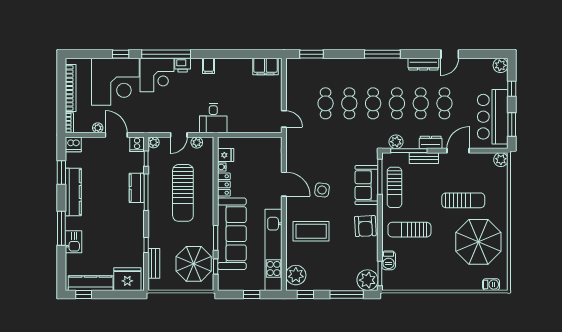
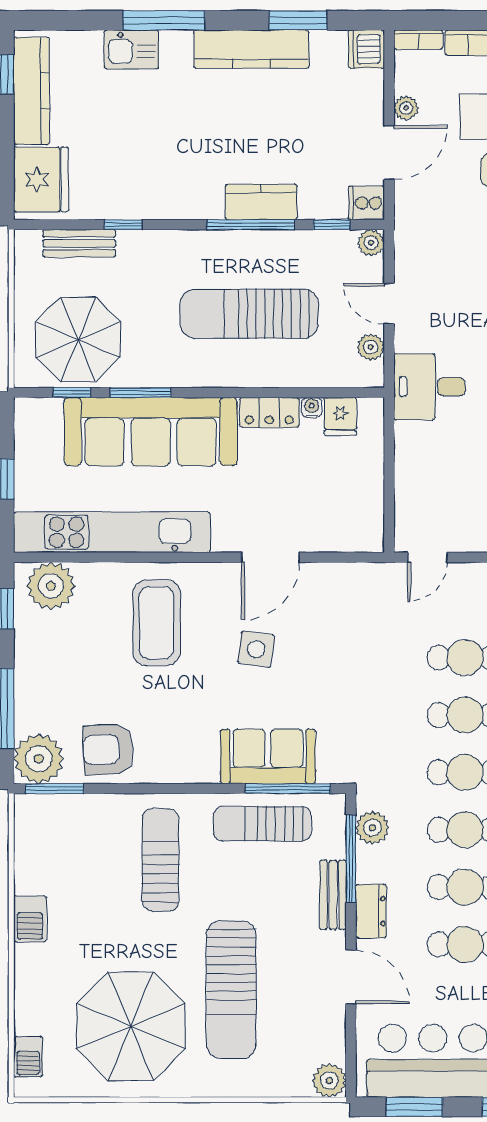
sun lounger: (463, 200) -> (231, 990), width x1.36, depth x1.34
armchair: (365, 226) -> (108, 749), moved
barbecue: (389, 260) -> (30, 919), moved, turned -90

